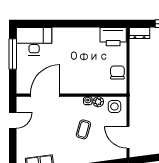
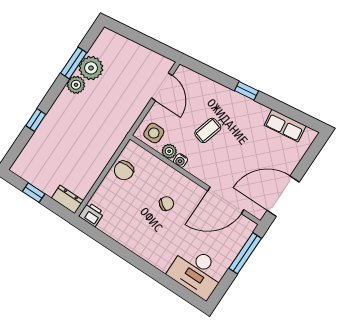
printer: (113, 37) -> (92, 214), width x0.53, depth x0.68
window: (13, 54) -> (245, 253), moved
chair: (79, 70) -> (166, 204), added
door: (13, 120) -> (283, 196), width x1.87

